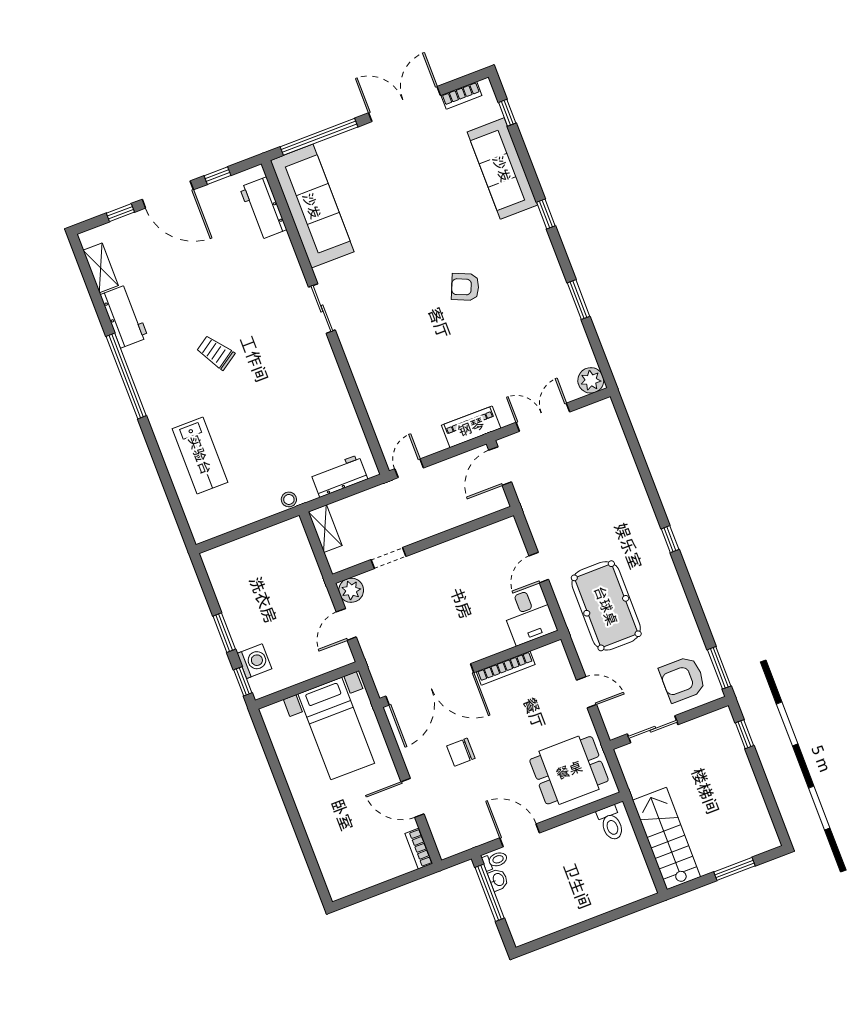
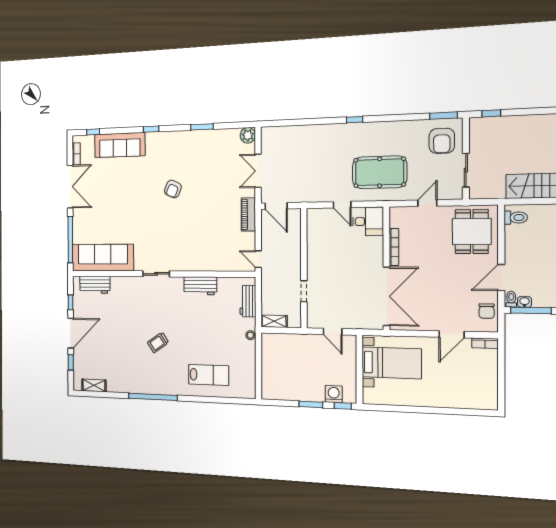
double door: (405, 104) -> (70, 187), swing flipped
workbench: (124, 316) -> (200, 286), moved, turned 180
plant: (351, 590) -> (314, 321), removed
chair: (461, 752) -> (487, 311), moved

